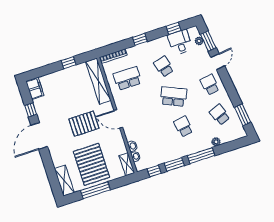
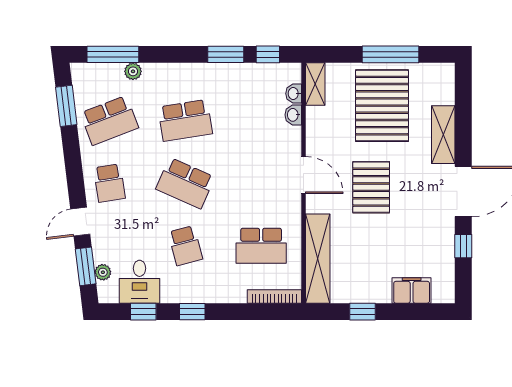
window: (140, 39) -> (192, 312), moved
filing cabinet: (35, 88) -> (412, 290), moved, turned 90
school desk: (220, 115) -> (109, 120), width x1.85
pallet: (84, 124) -> (371, 187), turned 90
school desk: (183, 127) -> (185, 120), width x1.85
window: (201, 156) -> (113, 54), moved
shelving: (64, 181) -> (443, 135), moved

